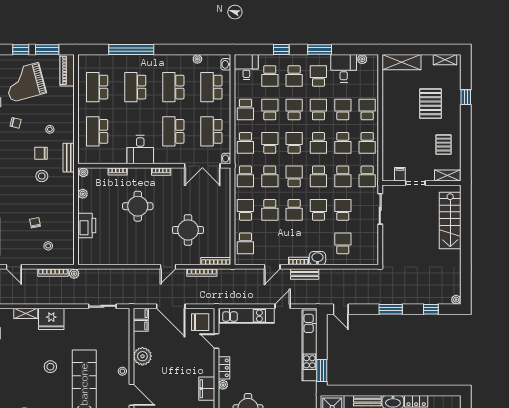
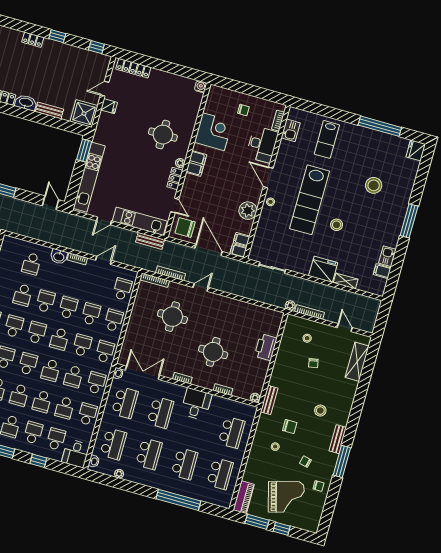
bench: (69, 158) -> (269, 400), moved
stool: (42, 176) -> (320, 411), moved
plant: (83, 194) -> (261, 378), removed
school desk: (245, 210) -> (114, 320), turned 180
school desk: (318, 210) -> (45, 301), turned 180
bench: (305, 274) -> (150, 241), moved

